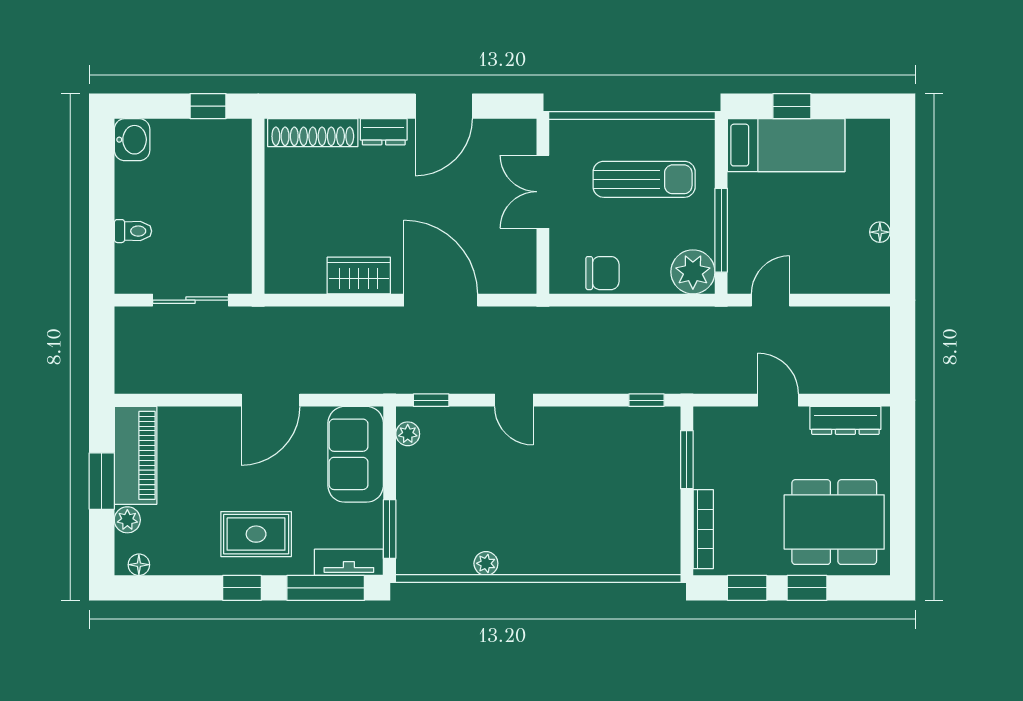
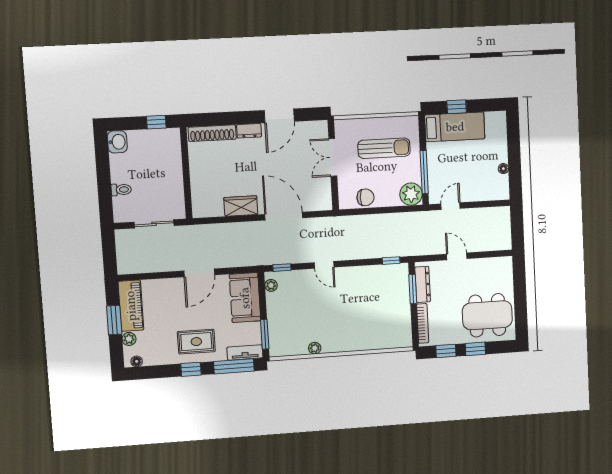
dresser: (845, 420) -> (423, 284), moved, turned -90

